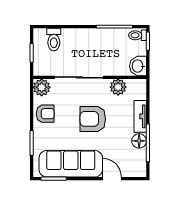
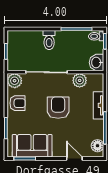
toilet: (54, 40) -> (49, 40), moved
armchair: (93, 119) -> (58, 108), turned 90
floor lamp: (139, 141) -> (98, 146), moved
sofa: (71, 164) -> (32, 146), width x0.73

